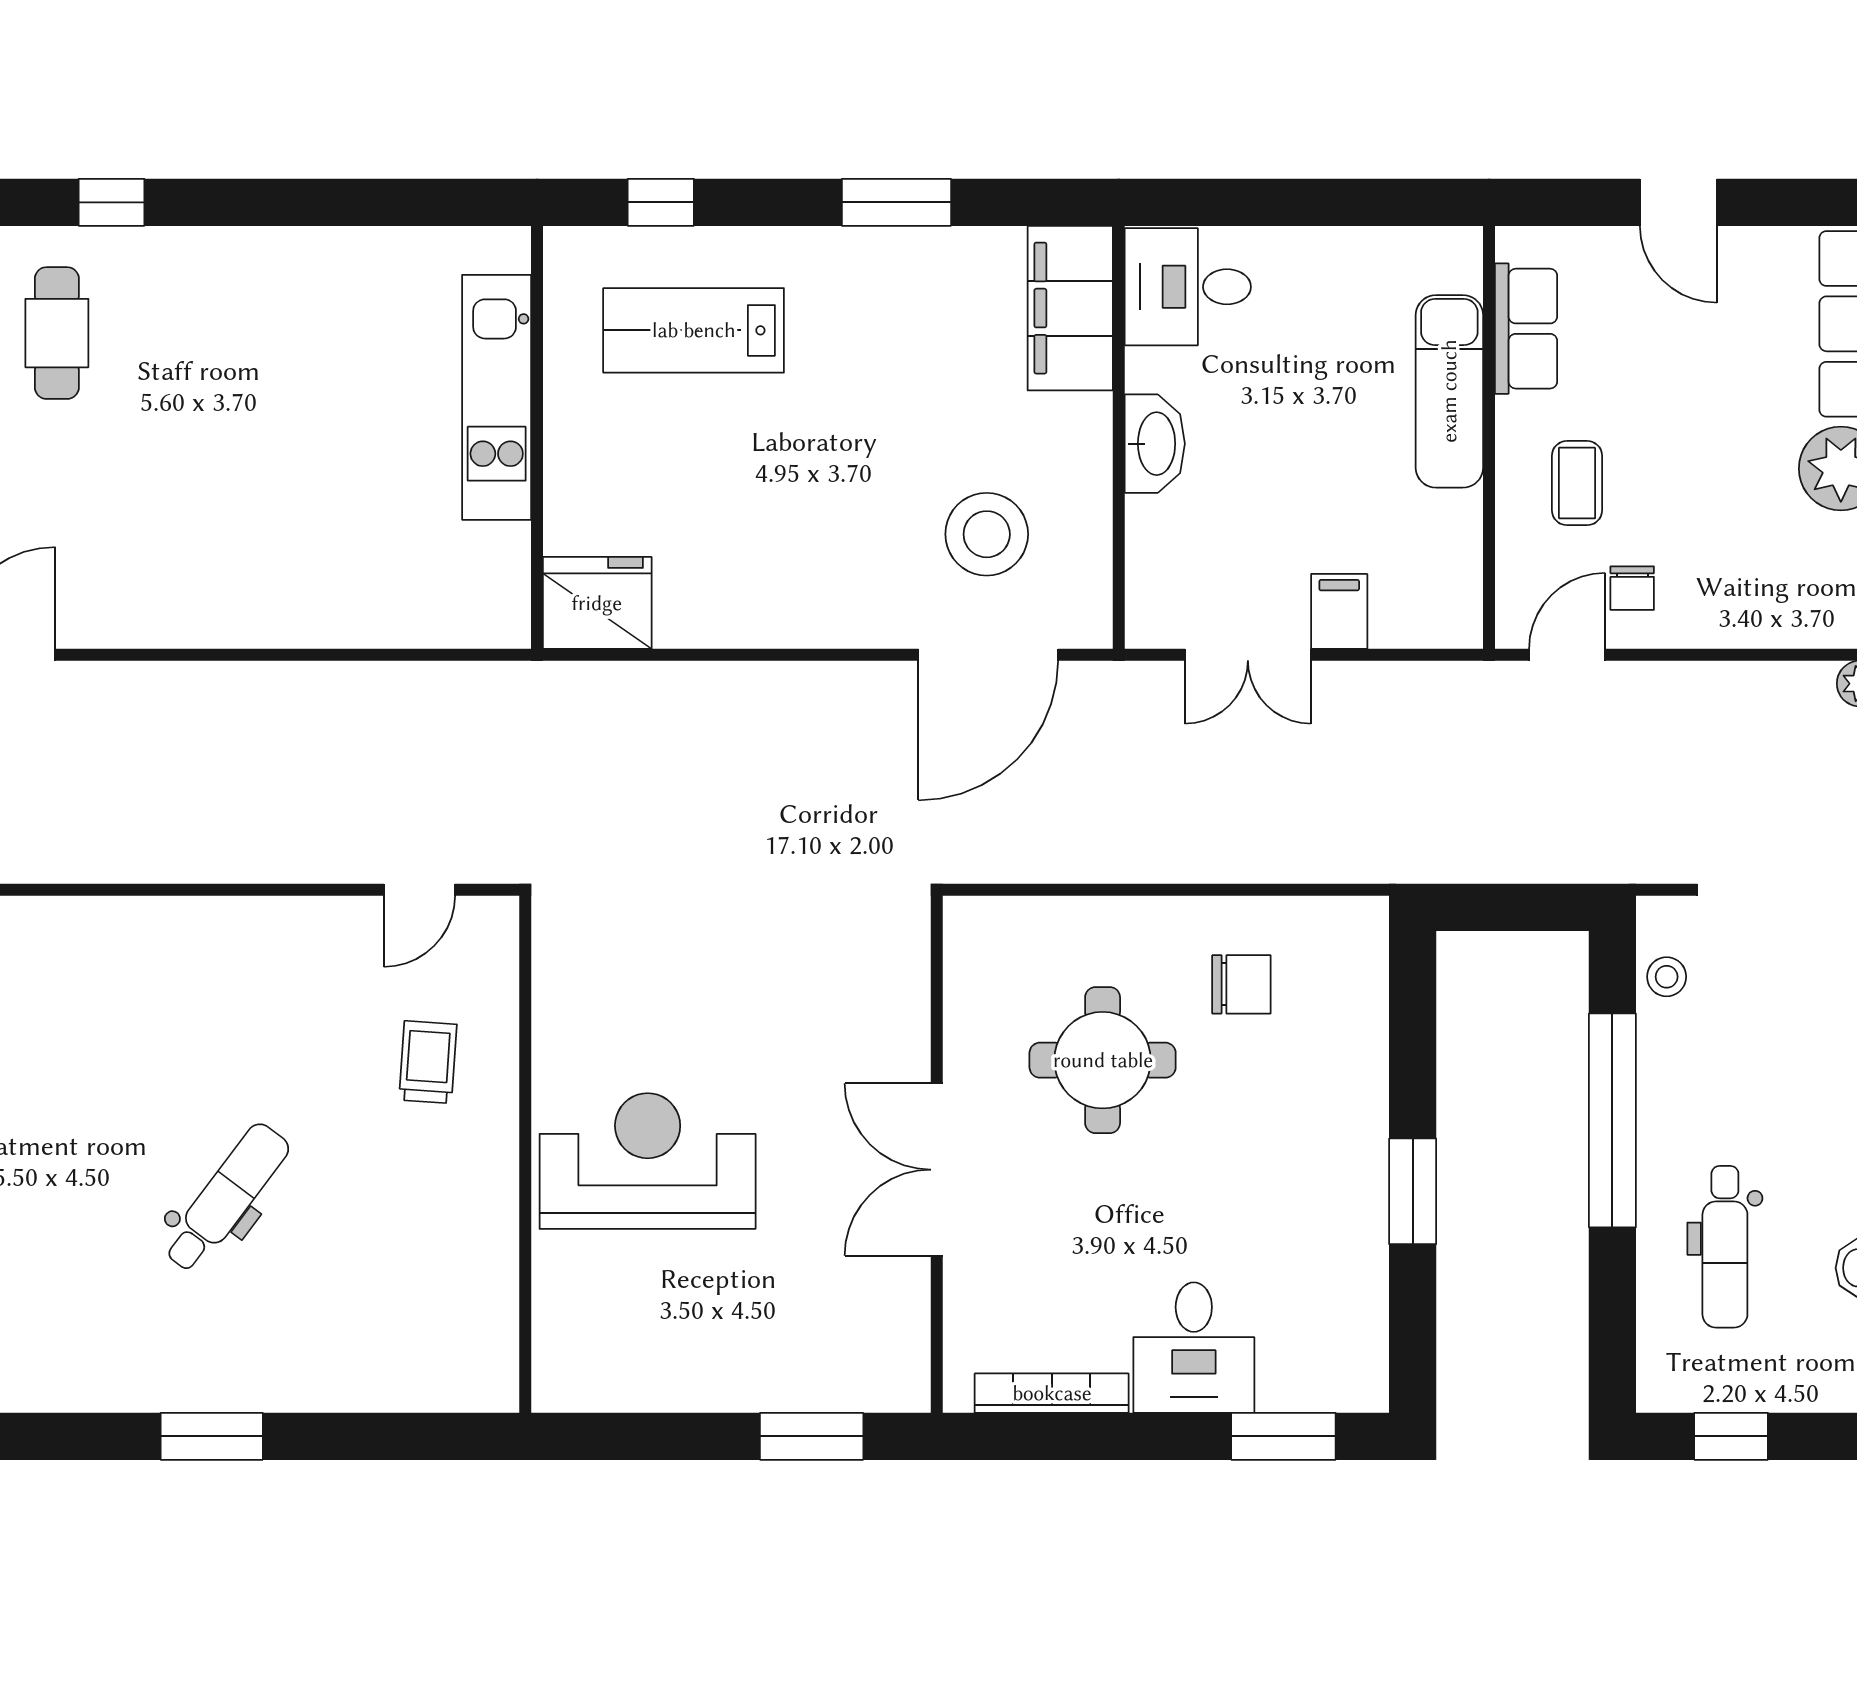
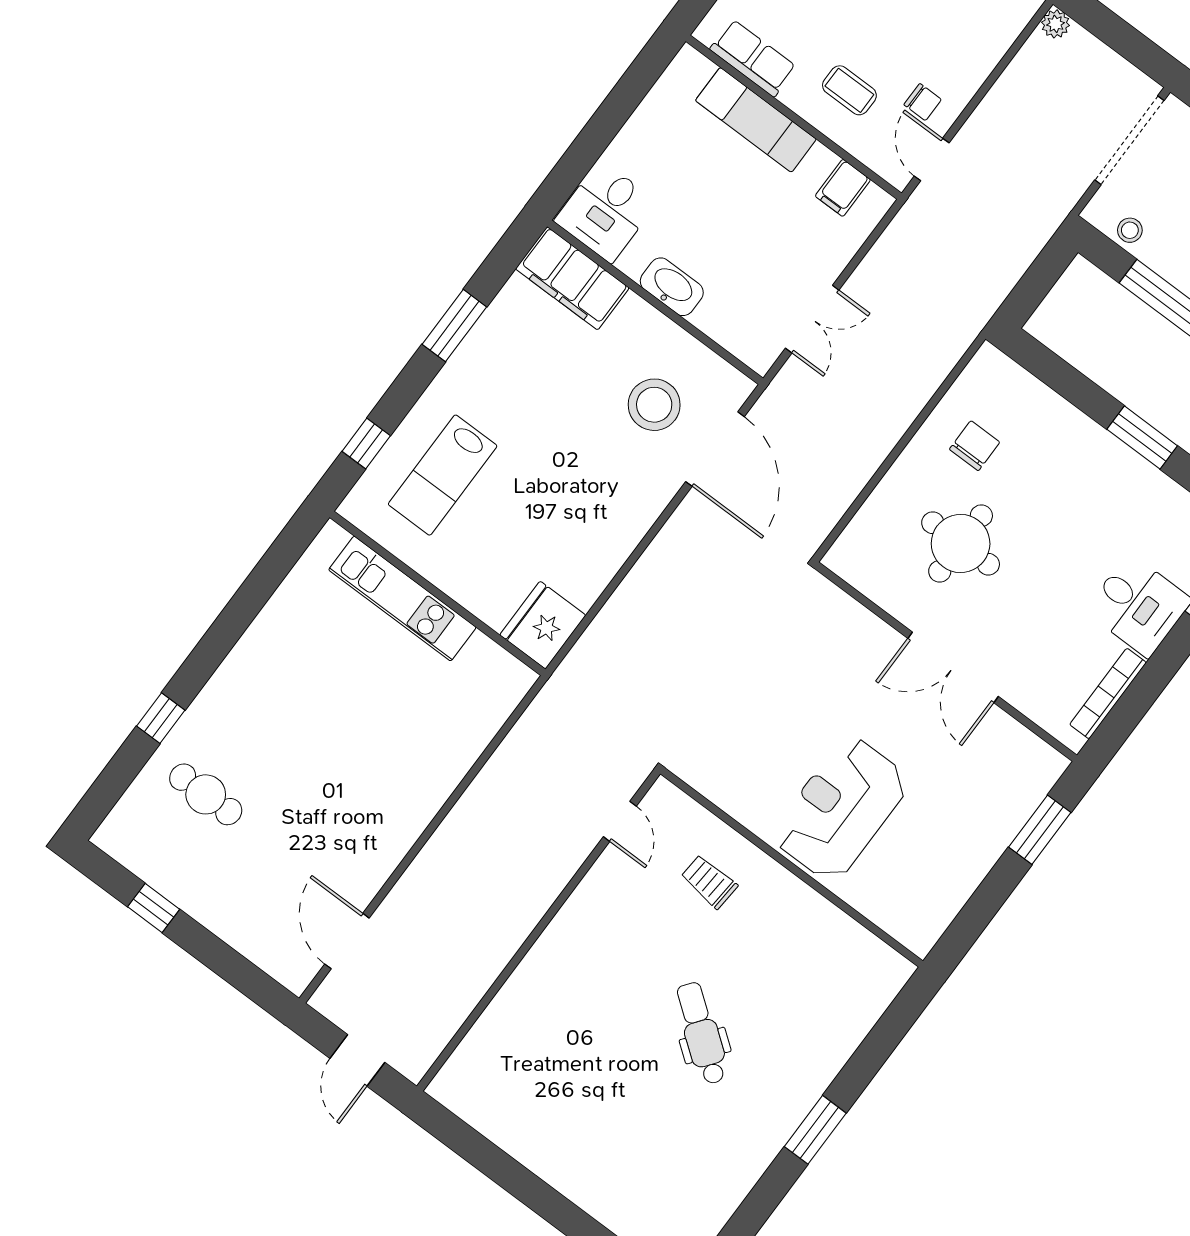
filing cabinet: (1339, 611) -> (843, 188), moved, turned -90

